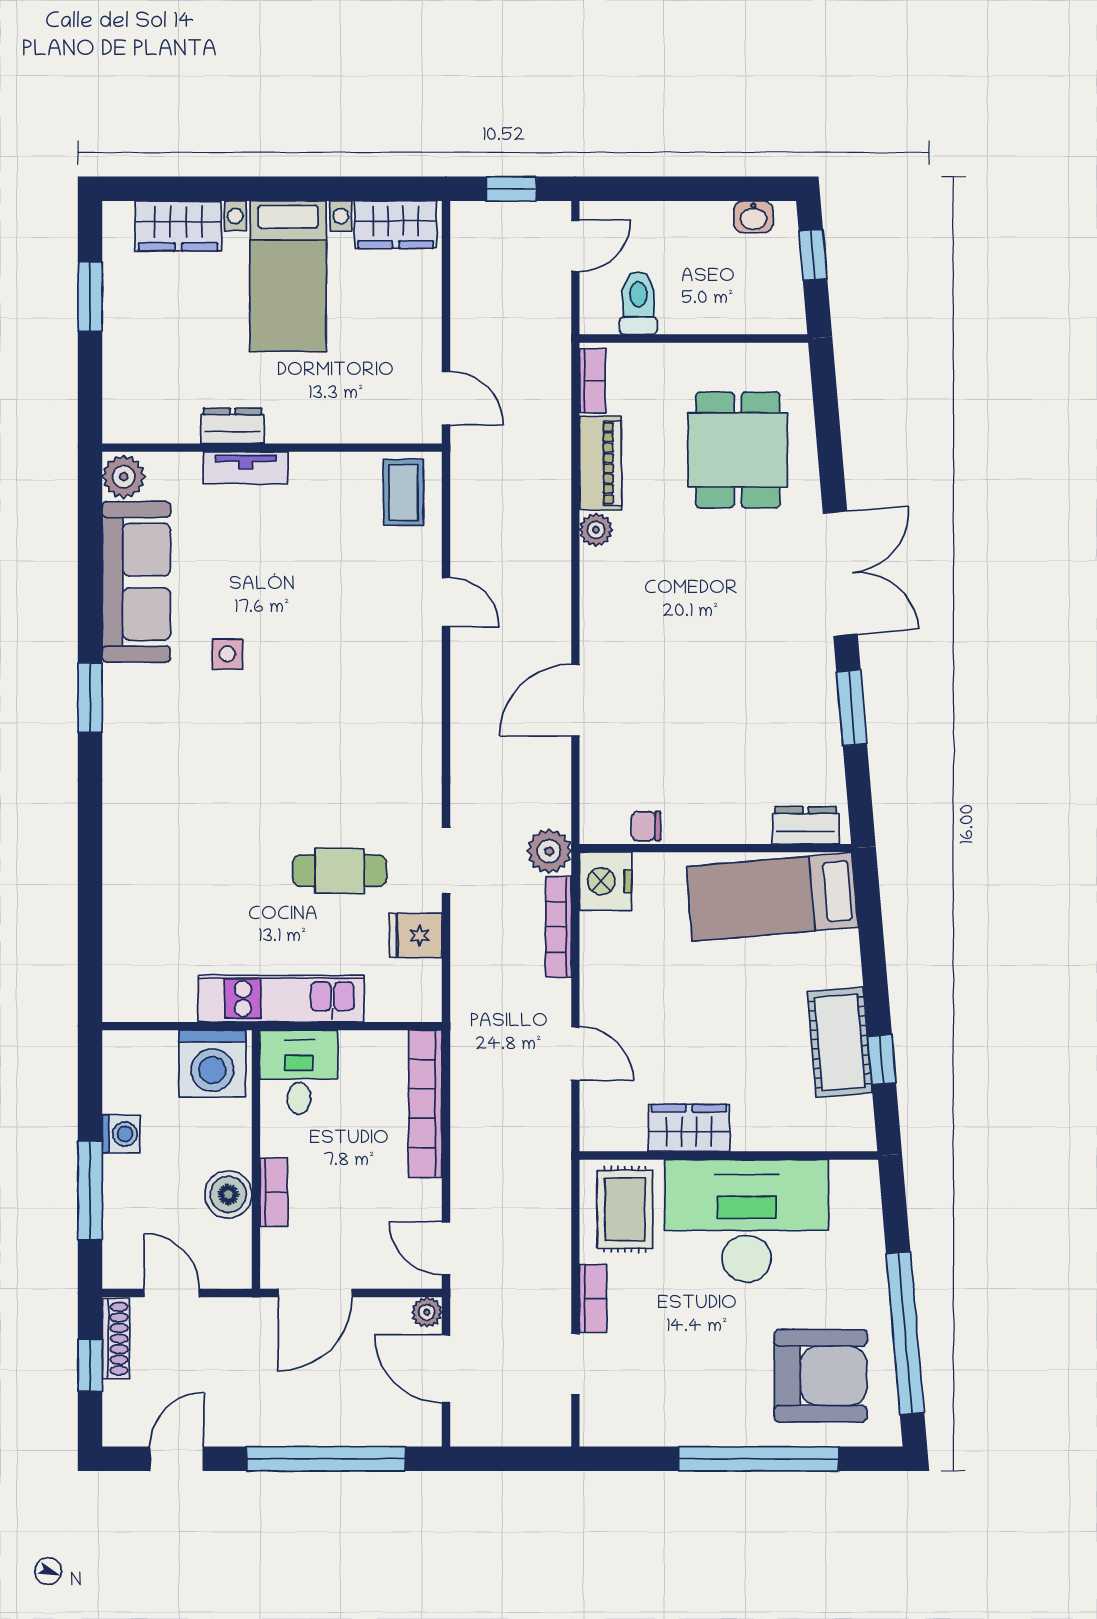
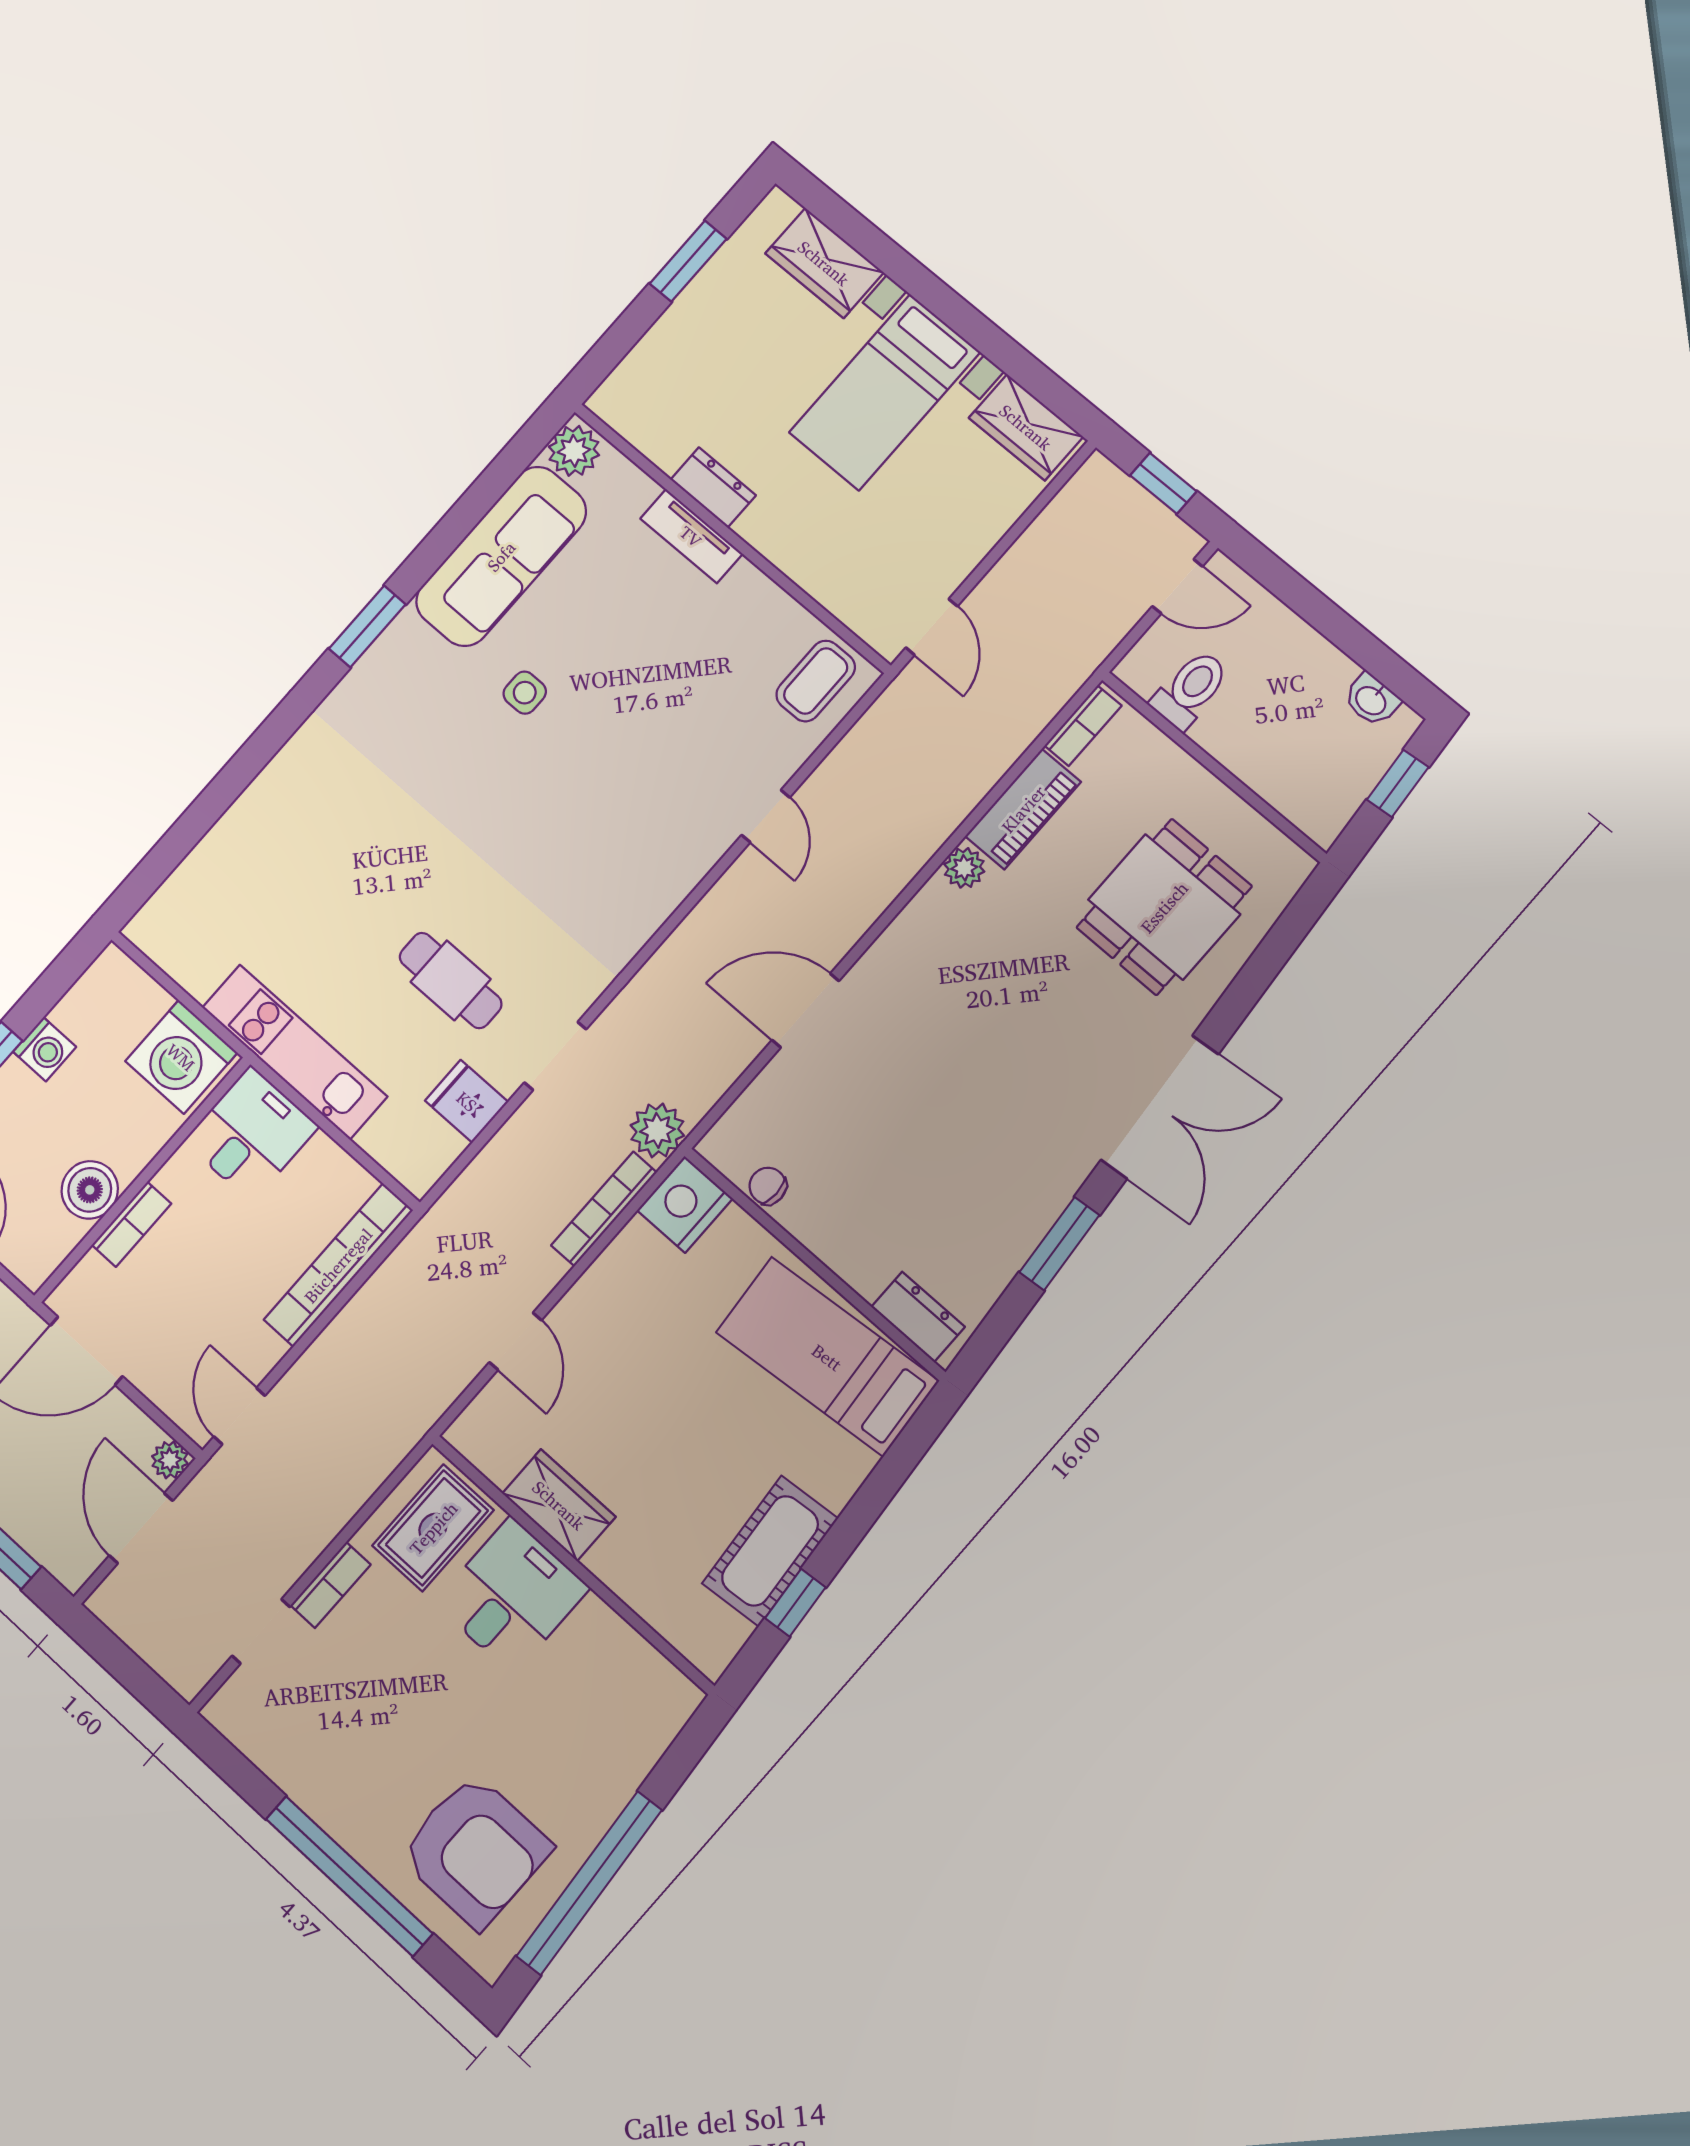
desk: (747, 1221) -> (512, 1596), width x0.53, depth x0.77

